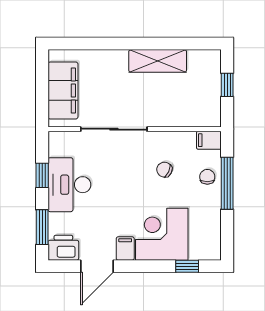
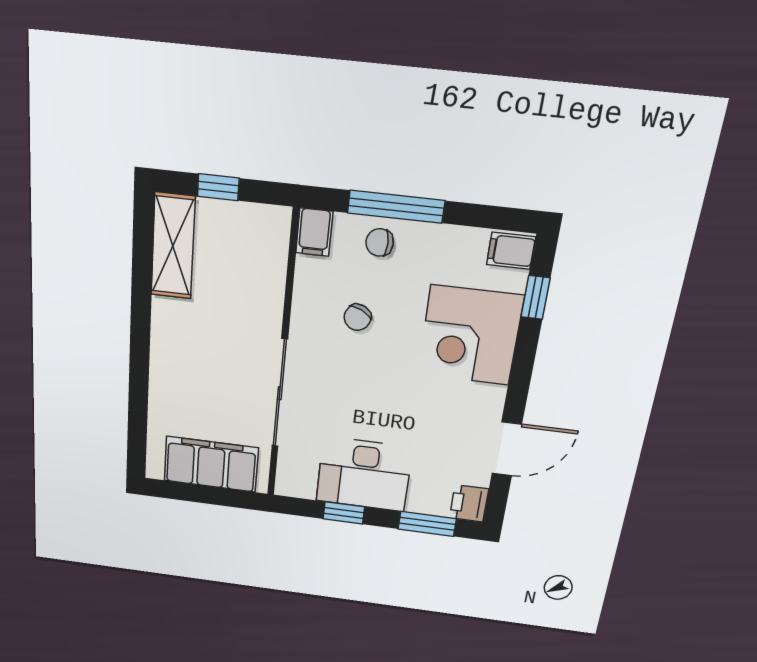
shelving: (158, 61) -> (173, 246), moved
printer: (63, 248) -> (469, 503), width x0.73, depth x0.81
filing cabinet: (125, 248) -> (511, 251), moved
door: (97, 266) -> (507, 449), hinge flipped

